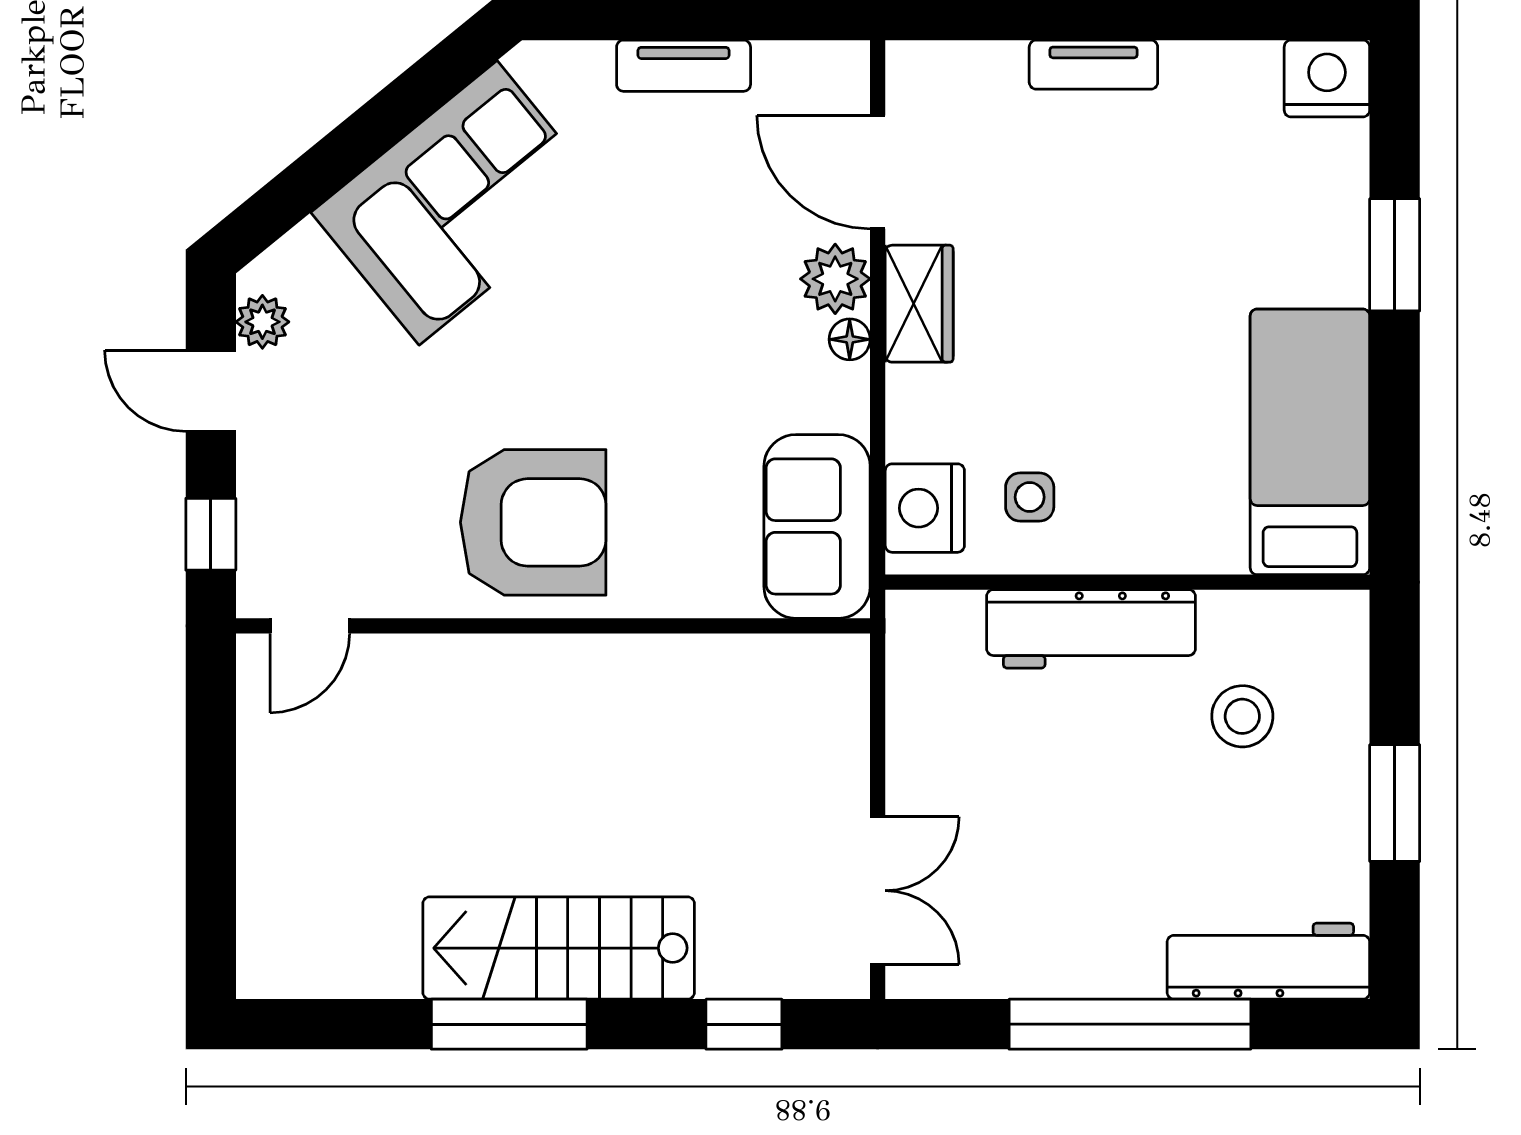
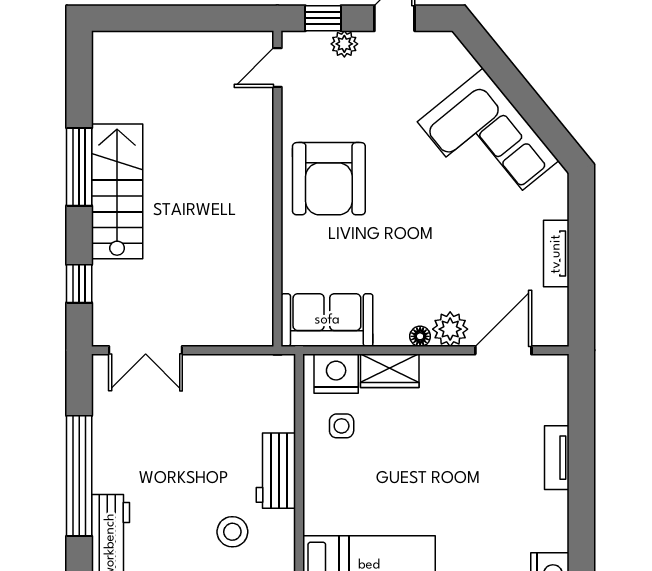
wardrobe: (919, 304) -> (390, 371), moved
plant: (262, 322) -> (344, 44), moved
door: (310, 626) -> (277, 67), hinge flipped
workbench: (1091, 629) -> (276, 471), width x0.73

